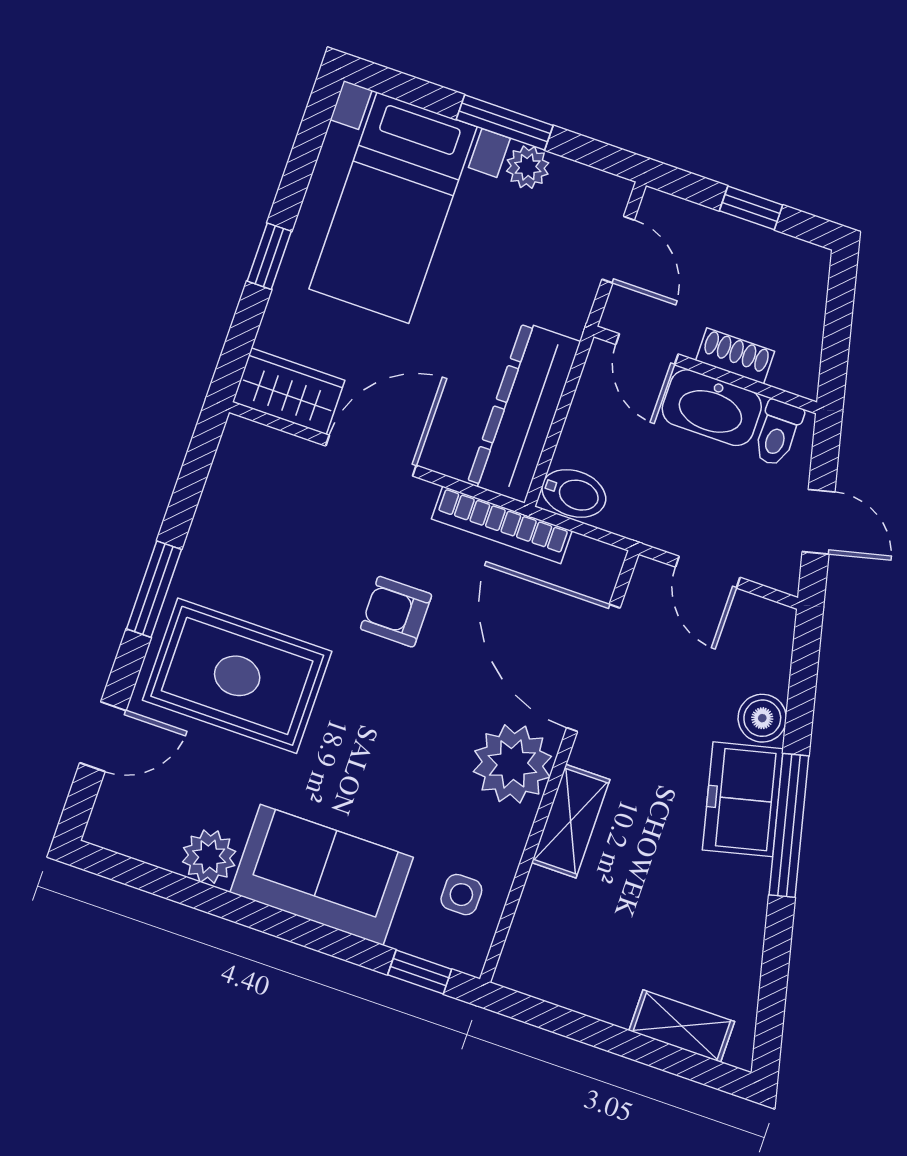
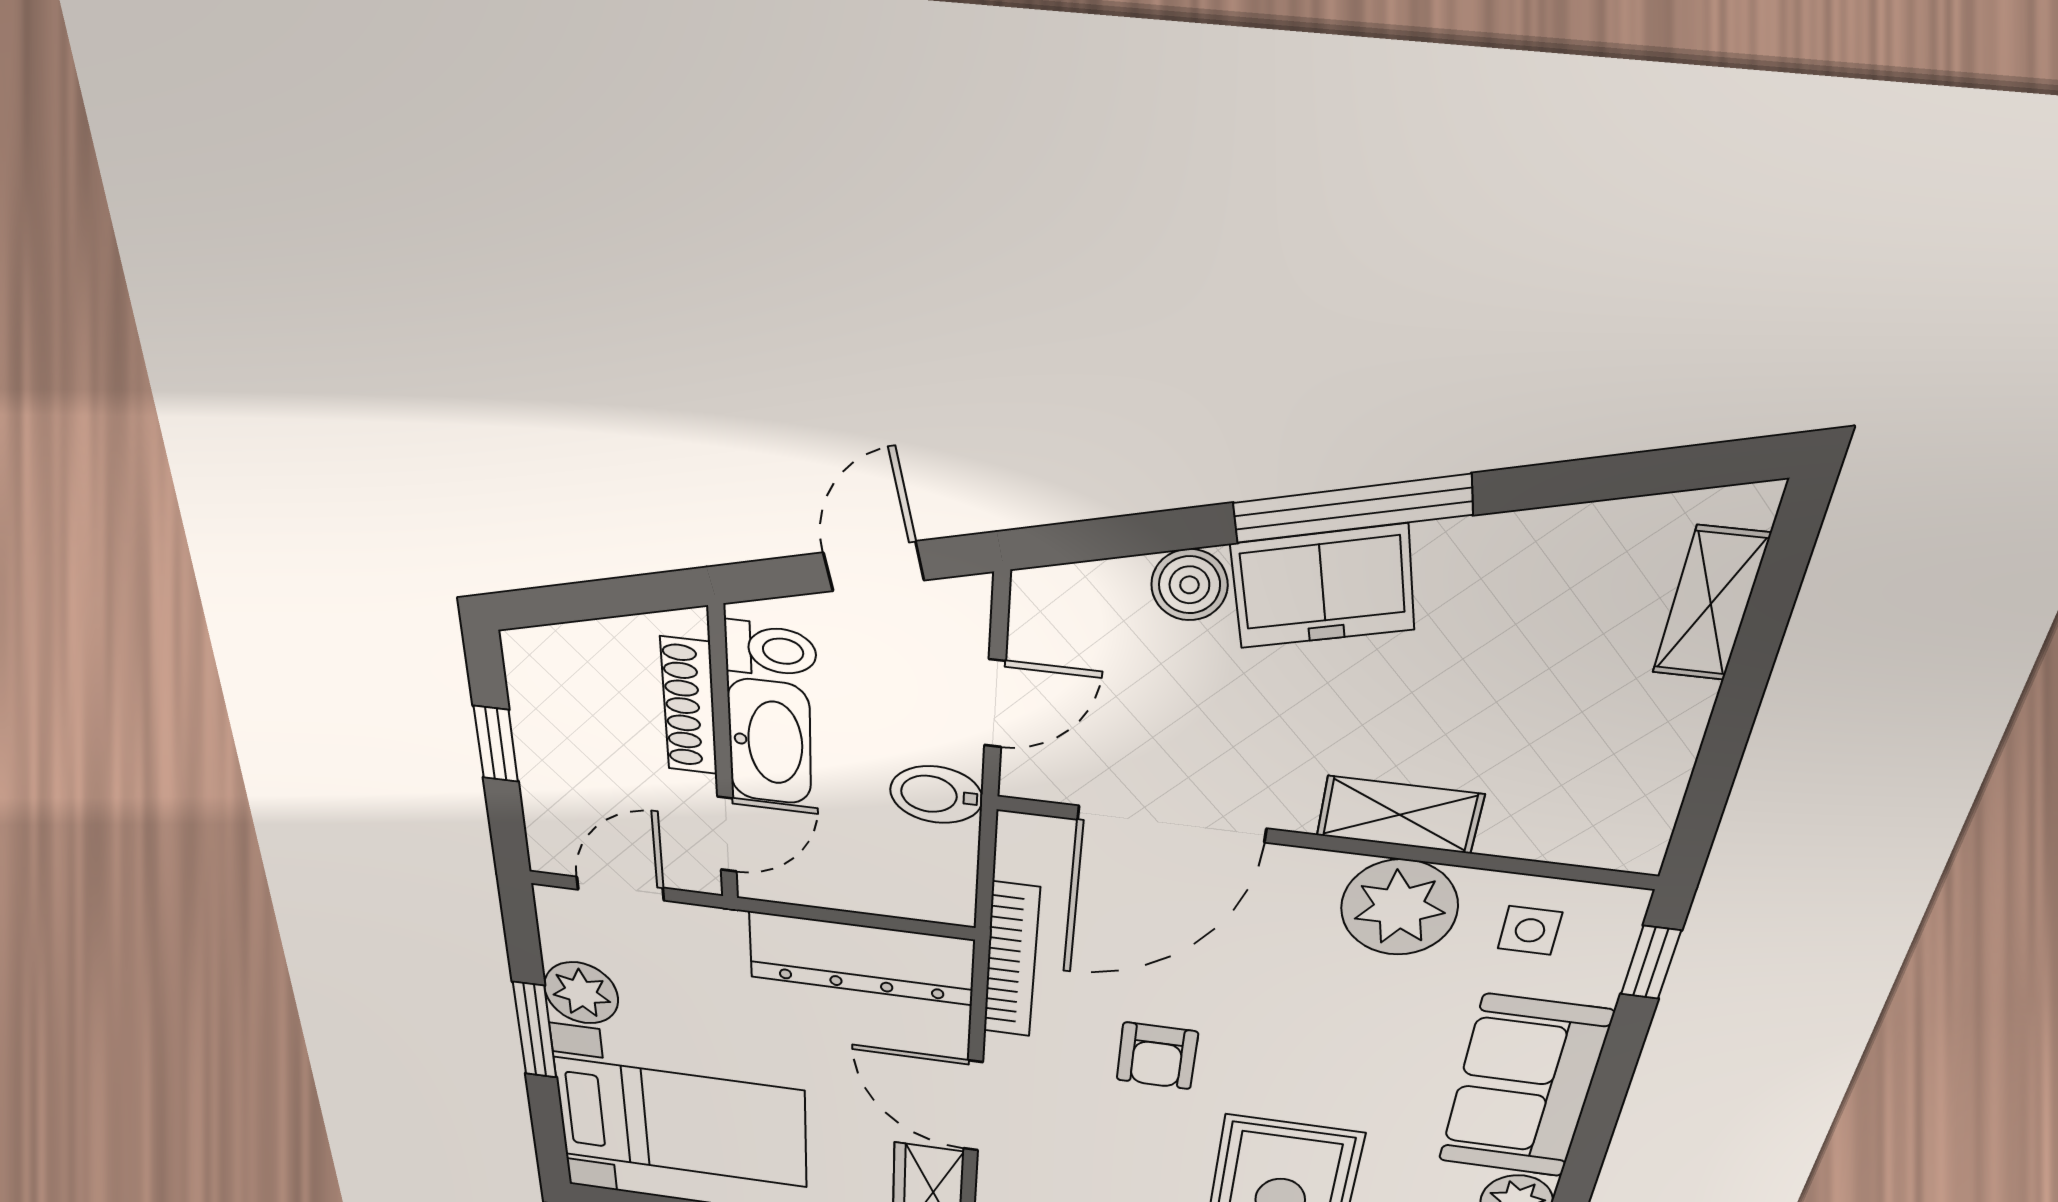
plant: (528, 167) -> (581, 993), width x1.38, depth x1.38
shoe rack: (735, 356) -> (689, 706), width x1.43
bidet: (574, 493) -> (936, 795), moved, turned -90
plant: (512, 764) -> (1399, 908), moved

